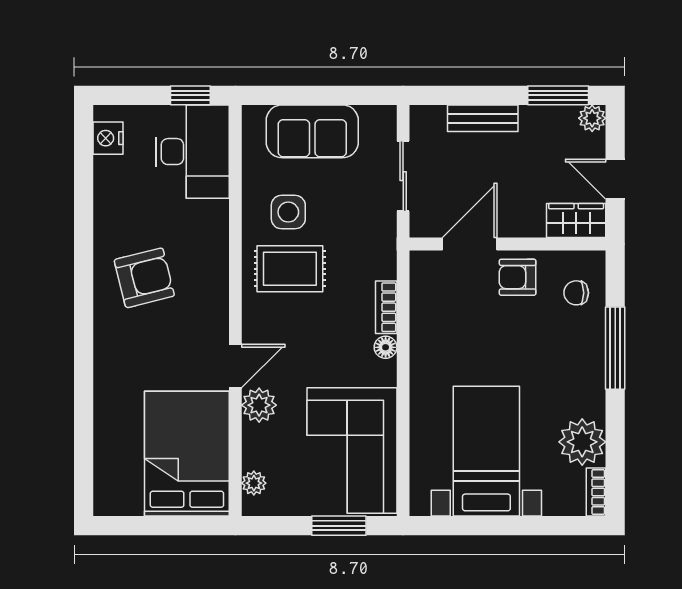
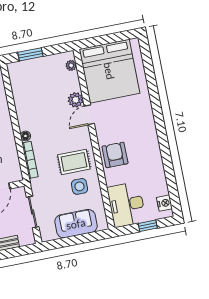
window: (190, 95) -> (148, 226), moved
armchair: (144, 278) -> (115, 155), moved, turned 104
bookcase: (386, 307) -> (30, 160), width x1.56
corner sofa: (352, 450) -> (31, 88), removed
bed: (187, 454) -> (109, 71), width x1.36

